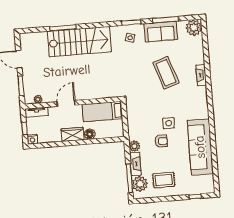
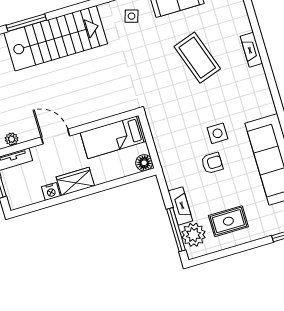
door: (66, 103) -> (55, 136), hinge flipped
floor lamp: (90, 134) -> (144, 163), moved
nightstand: (32, 139) -> (51, 191), moved
plant: (134, 146) -> (173, 179), removed

